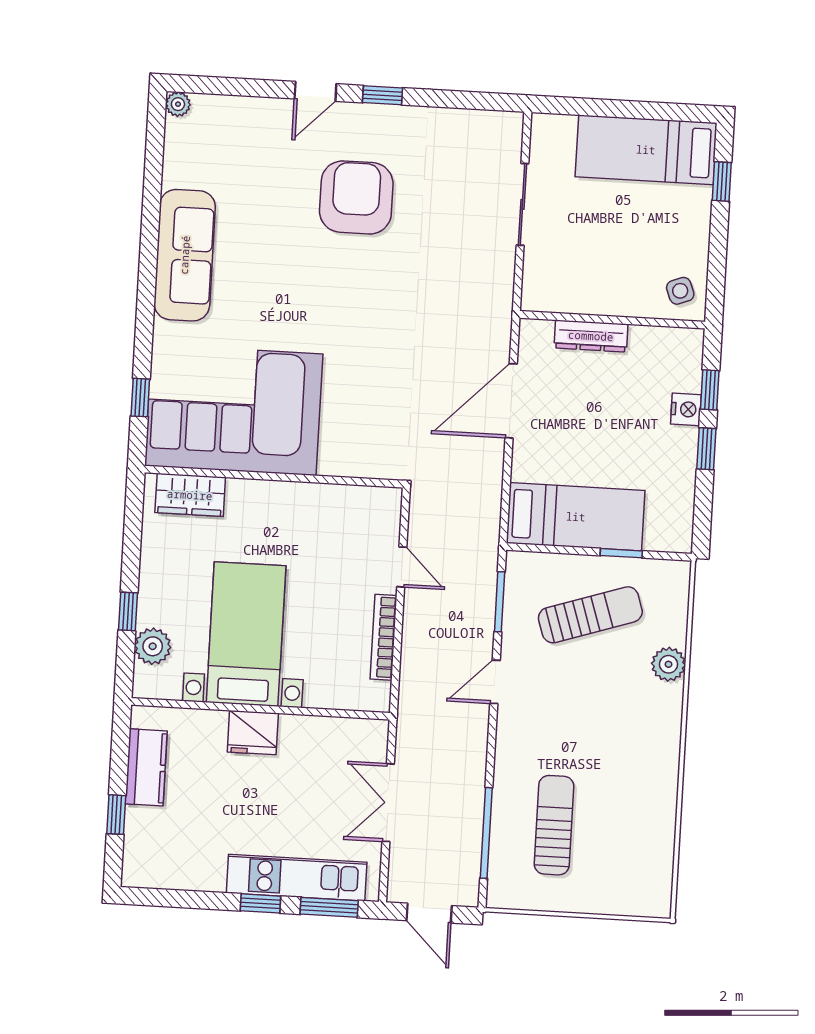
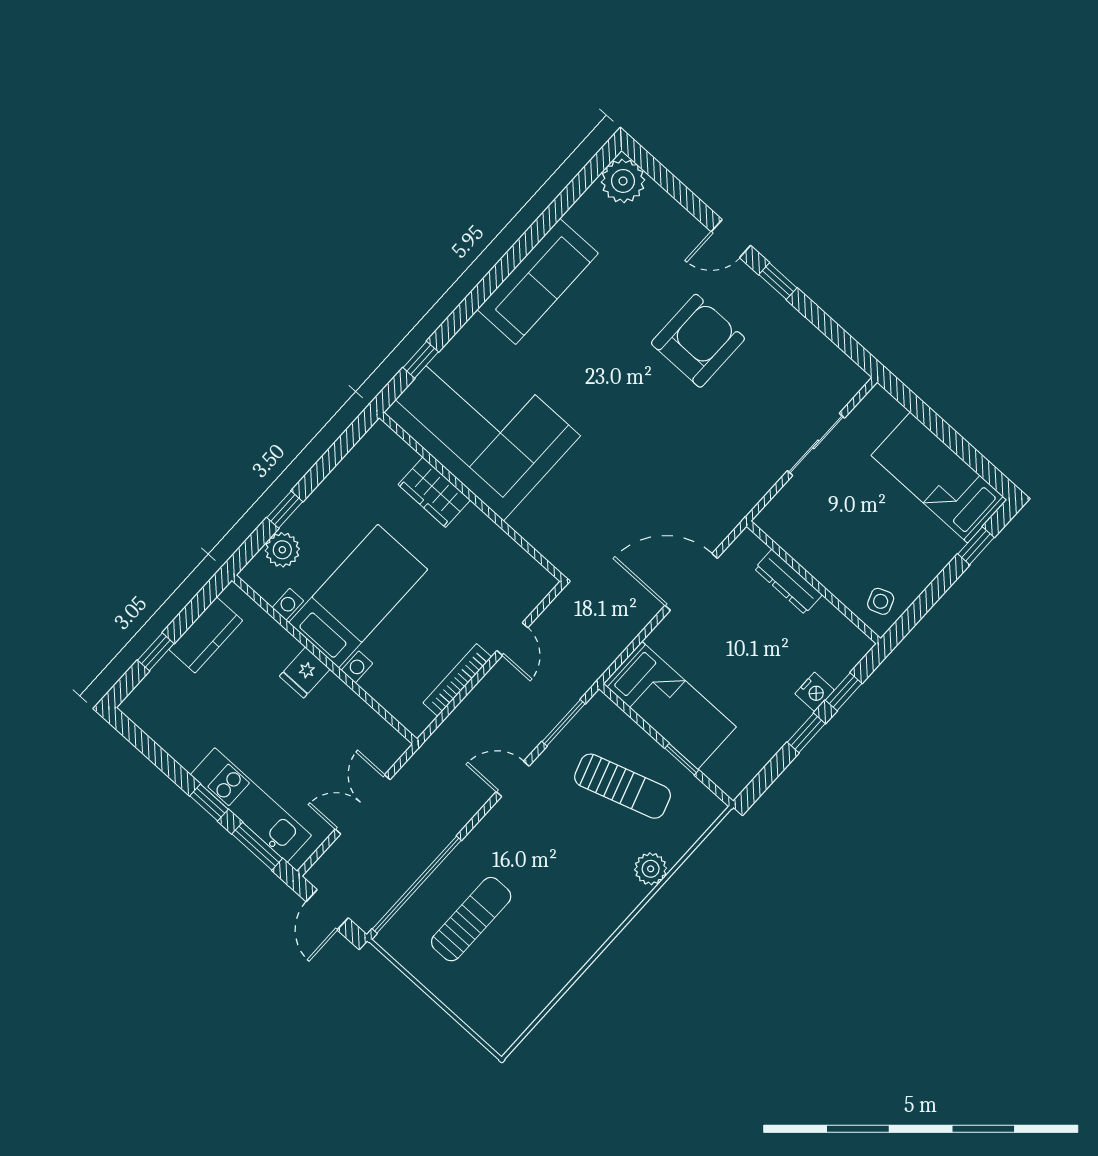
plant: (178, 104) -> (623, 181), width x1.87, depth x1.87
wardrobe: (190, 495) -> (434, 492), moved
fridge: (253, 733) -> (305, 673), width x0.72
window: (486, 833) -> (417, 885), width x1.46

